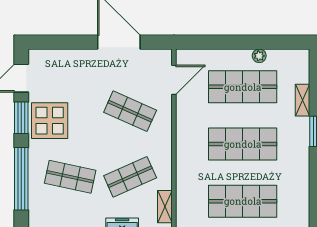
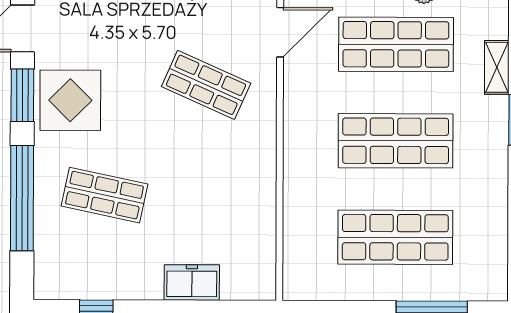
shop shelf: (130, 177) -> (206, 195), removed
shelving: (165, 207) -> (264, 246), removed

